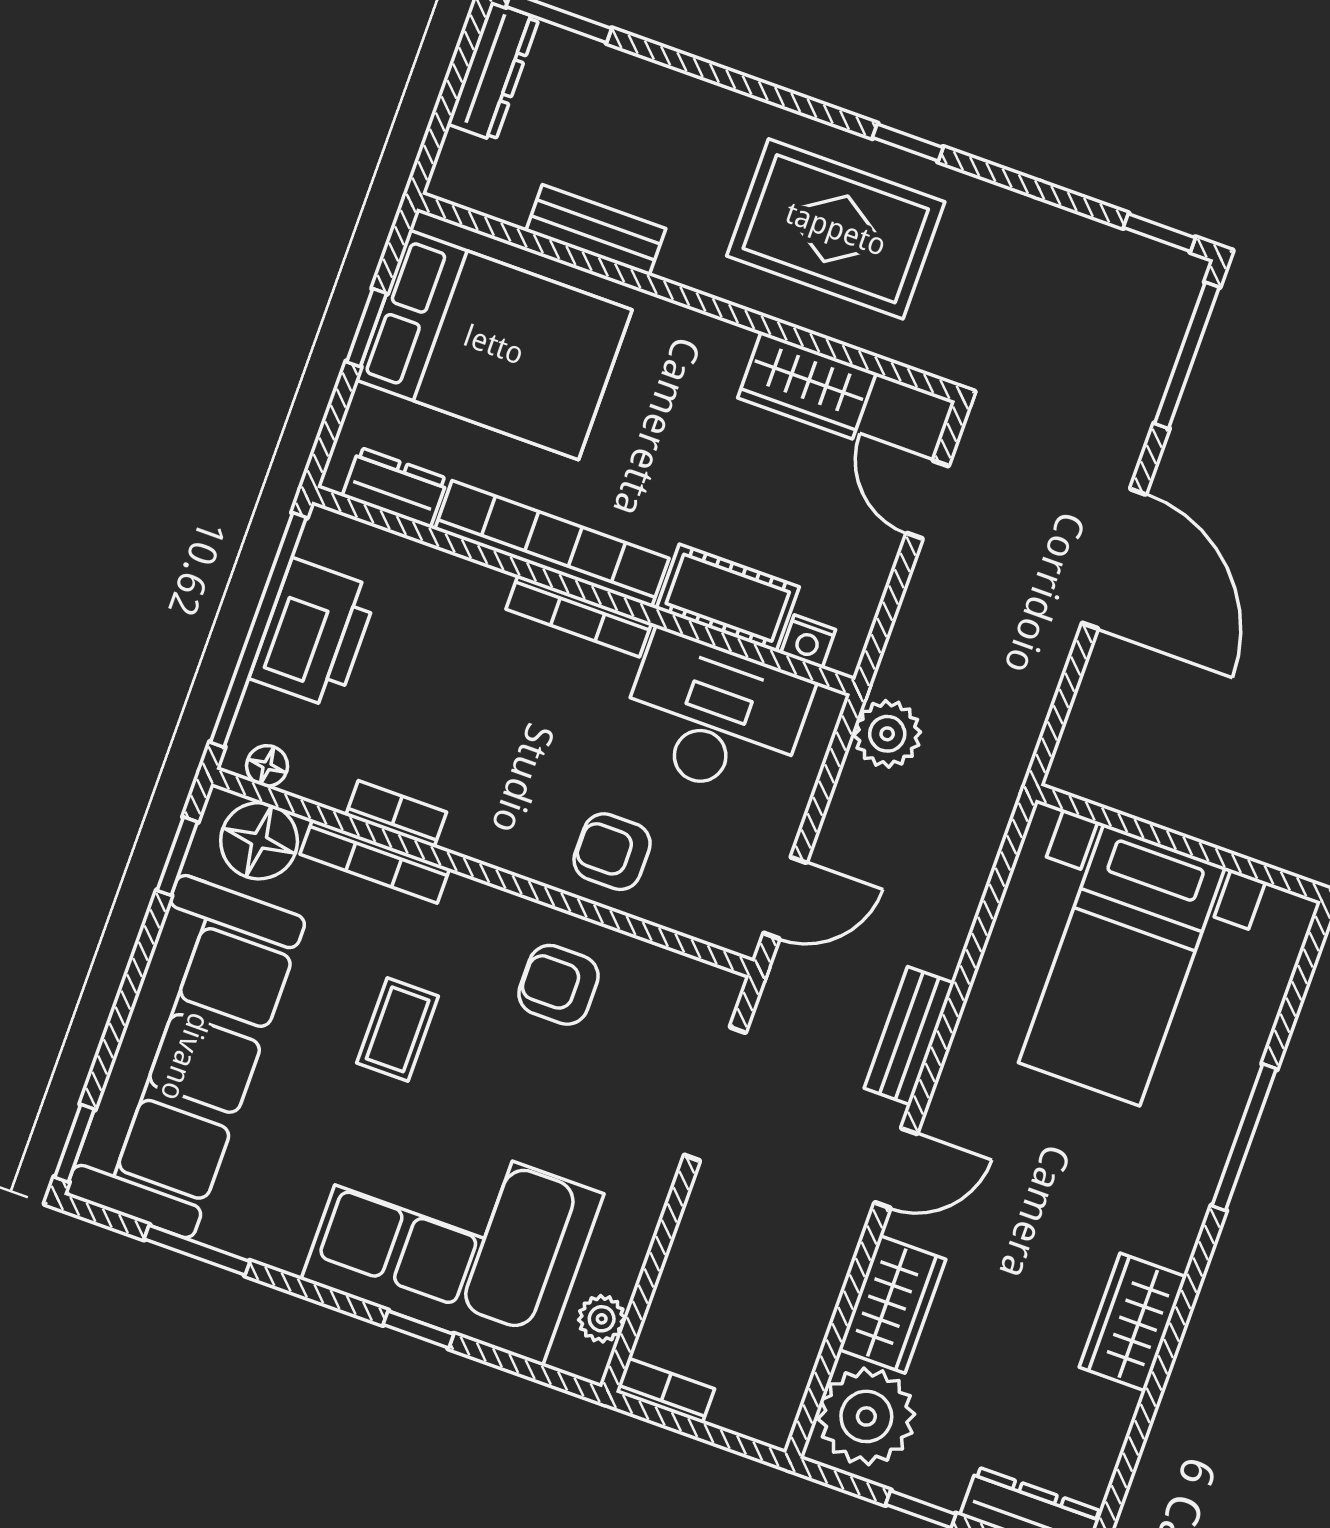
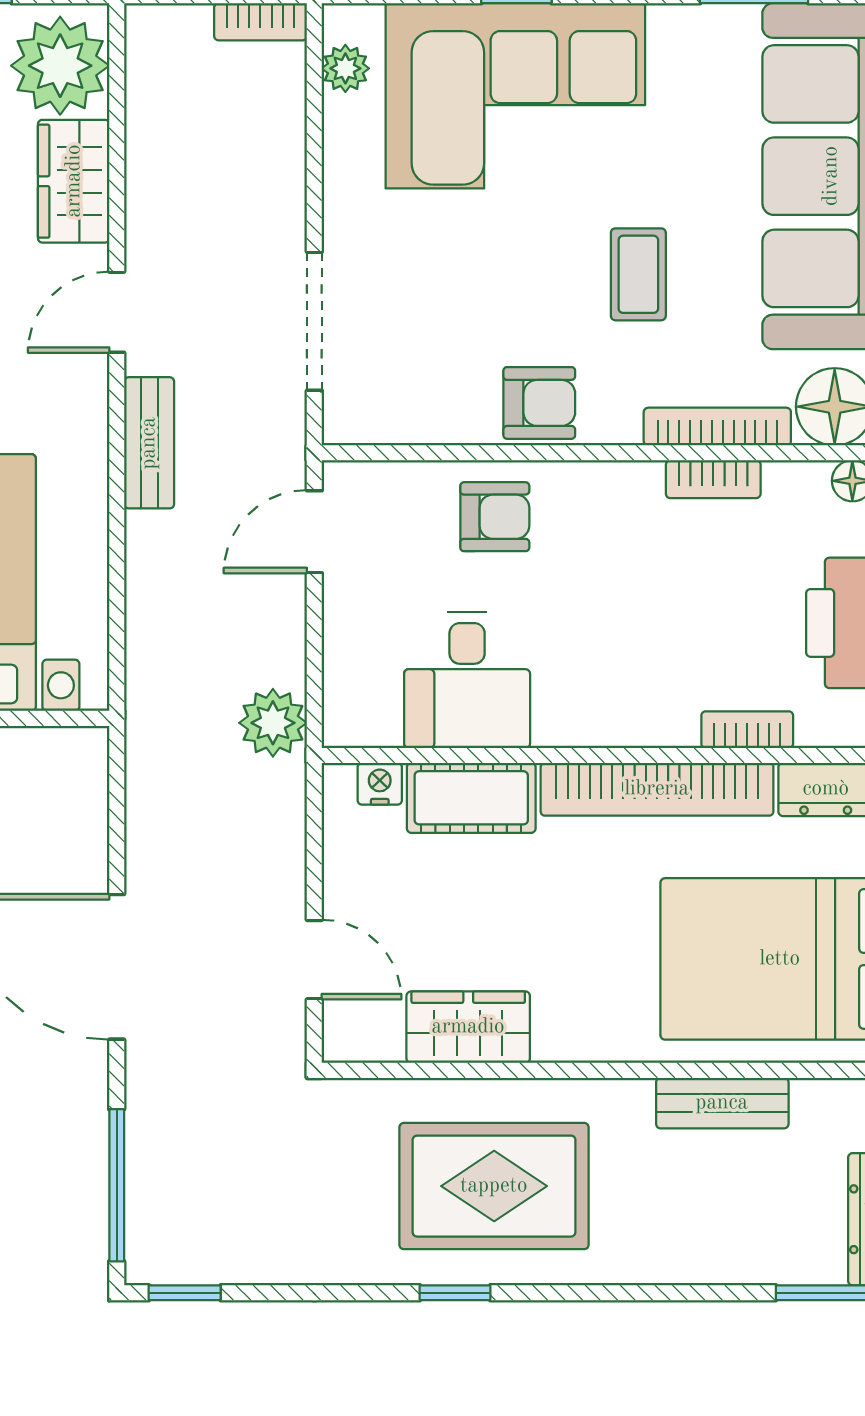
bookcase: (579, 616) -> (747, 730), moved, width x0.64
desk: (714, 717) -> (467, 680), width x0.73
armchair: (558, 985) -> (539, 403), moved

